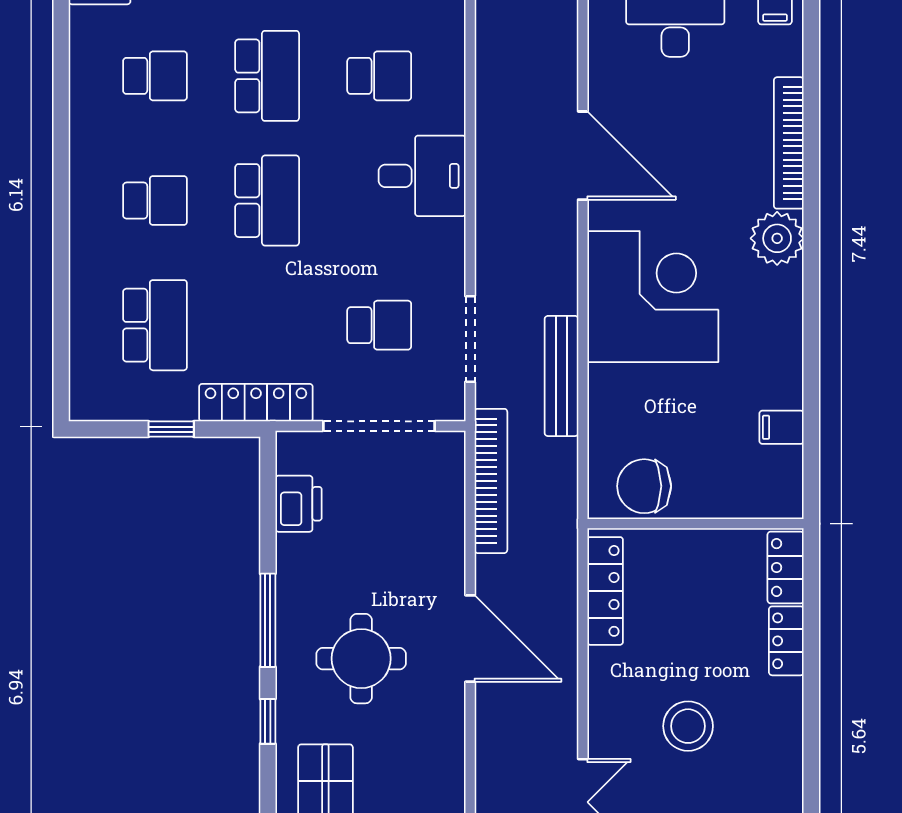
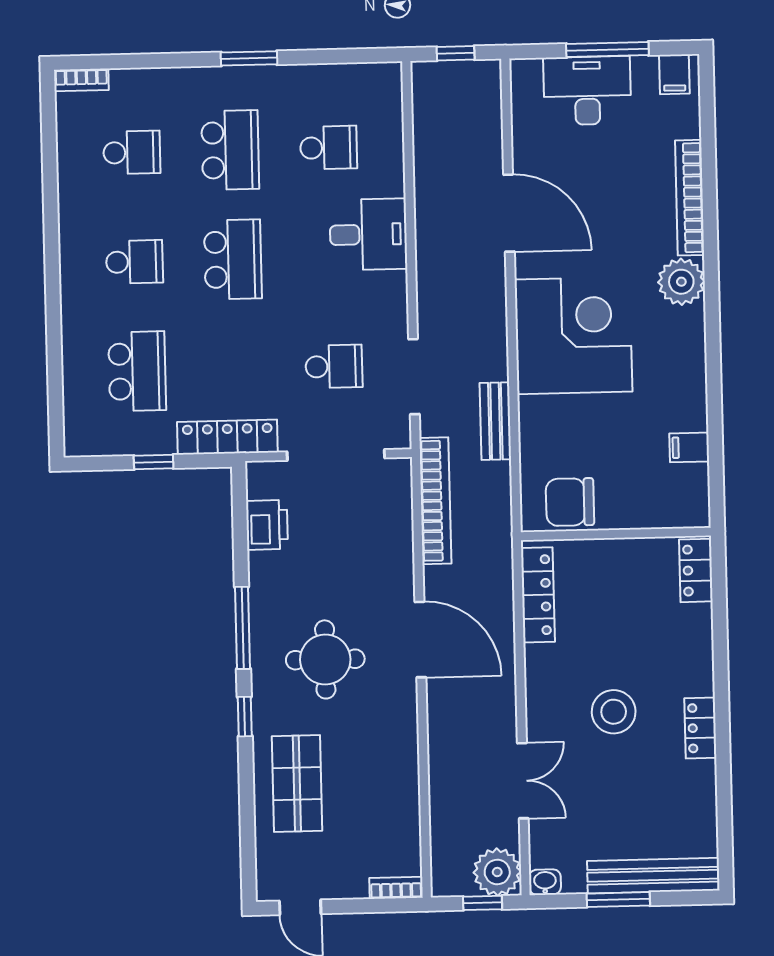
bench: (561, 376) -> (495, 421), width x0.73
locker: (786, 641) -> (700, 728), moved

